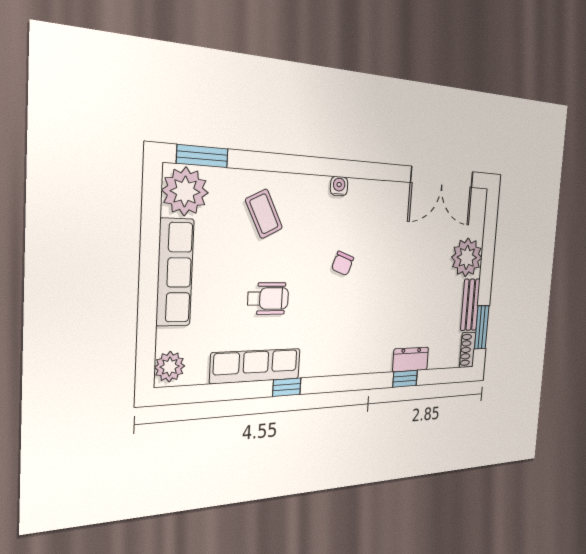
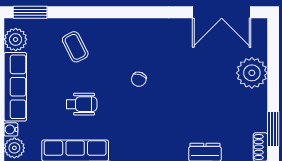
water cooler: (339, 186) -> (11, 129), moved, turned -90
plant: (185, 191) -> (16, 39), width x0.73, depth x0.73
bench: (470, 305) -> (259, 111), removed

